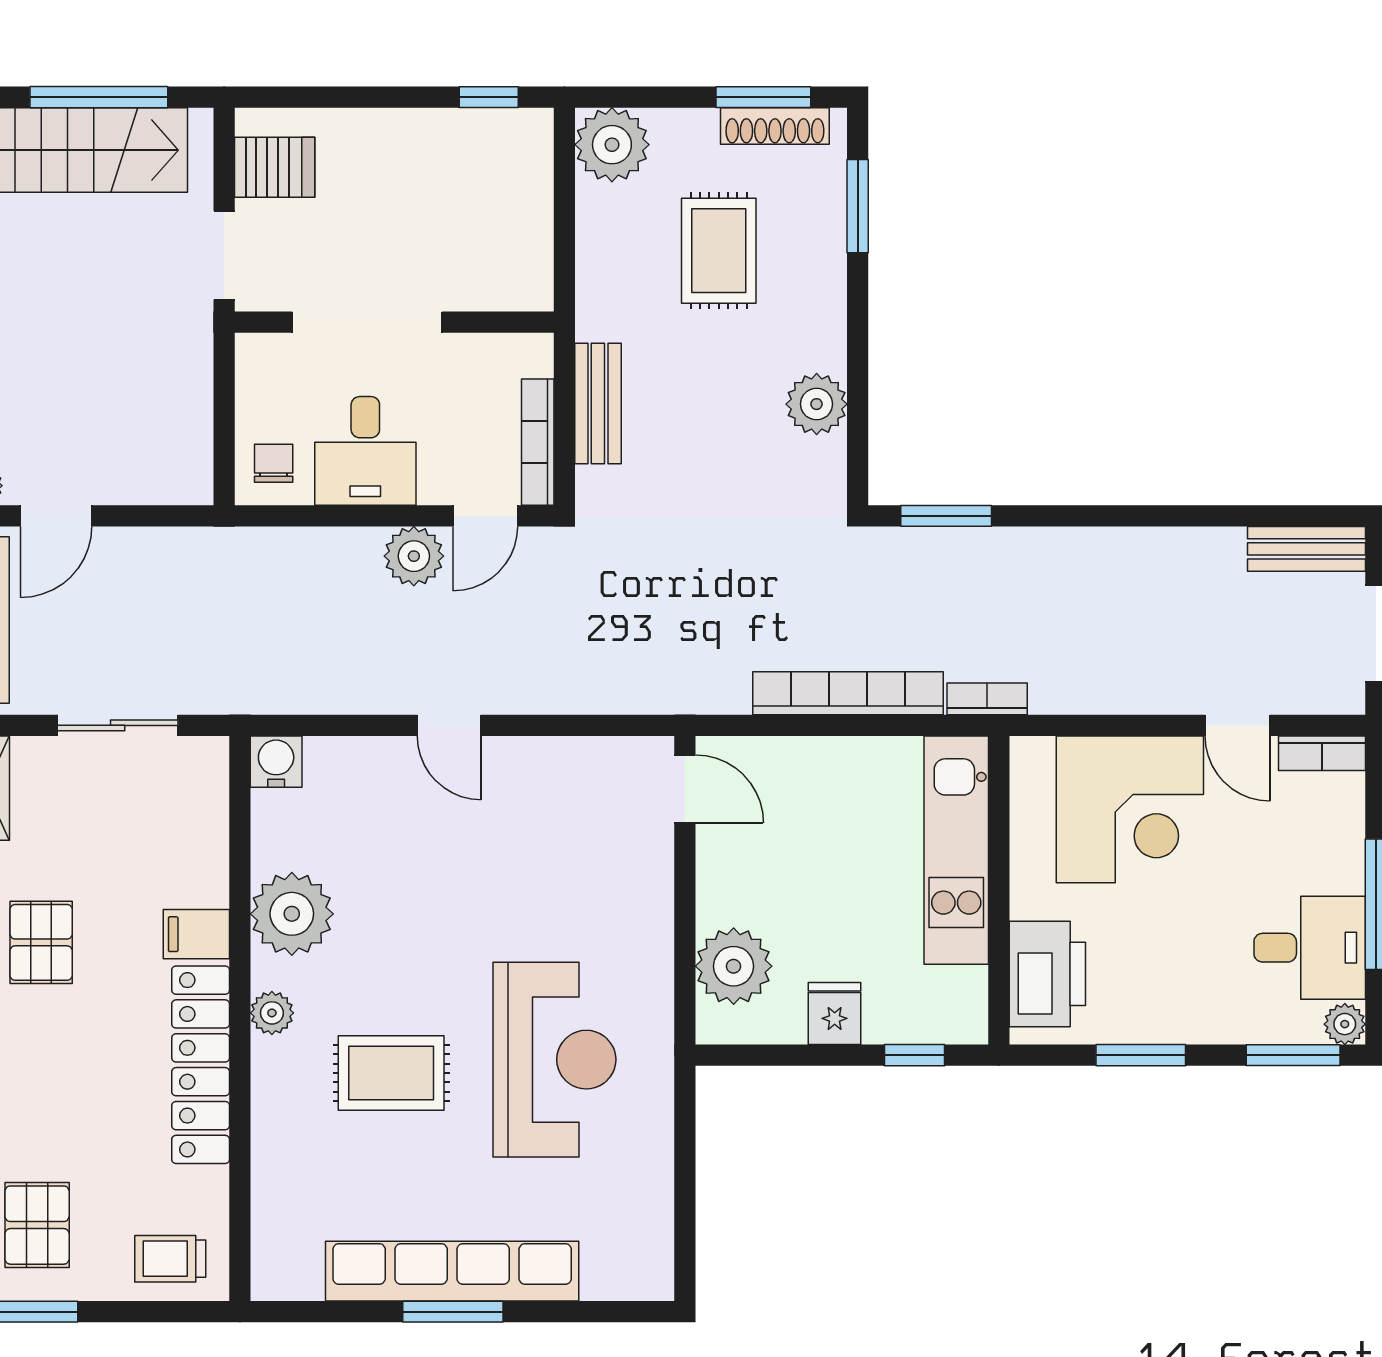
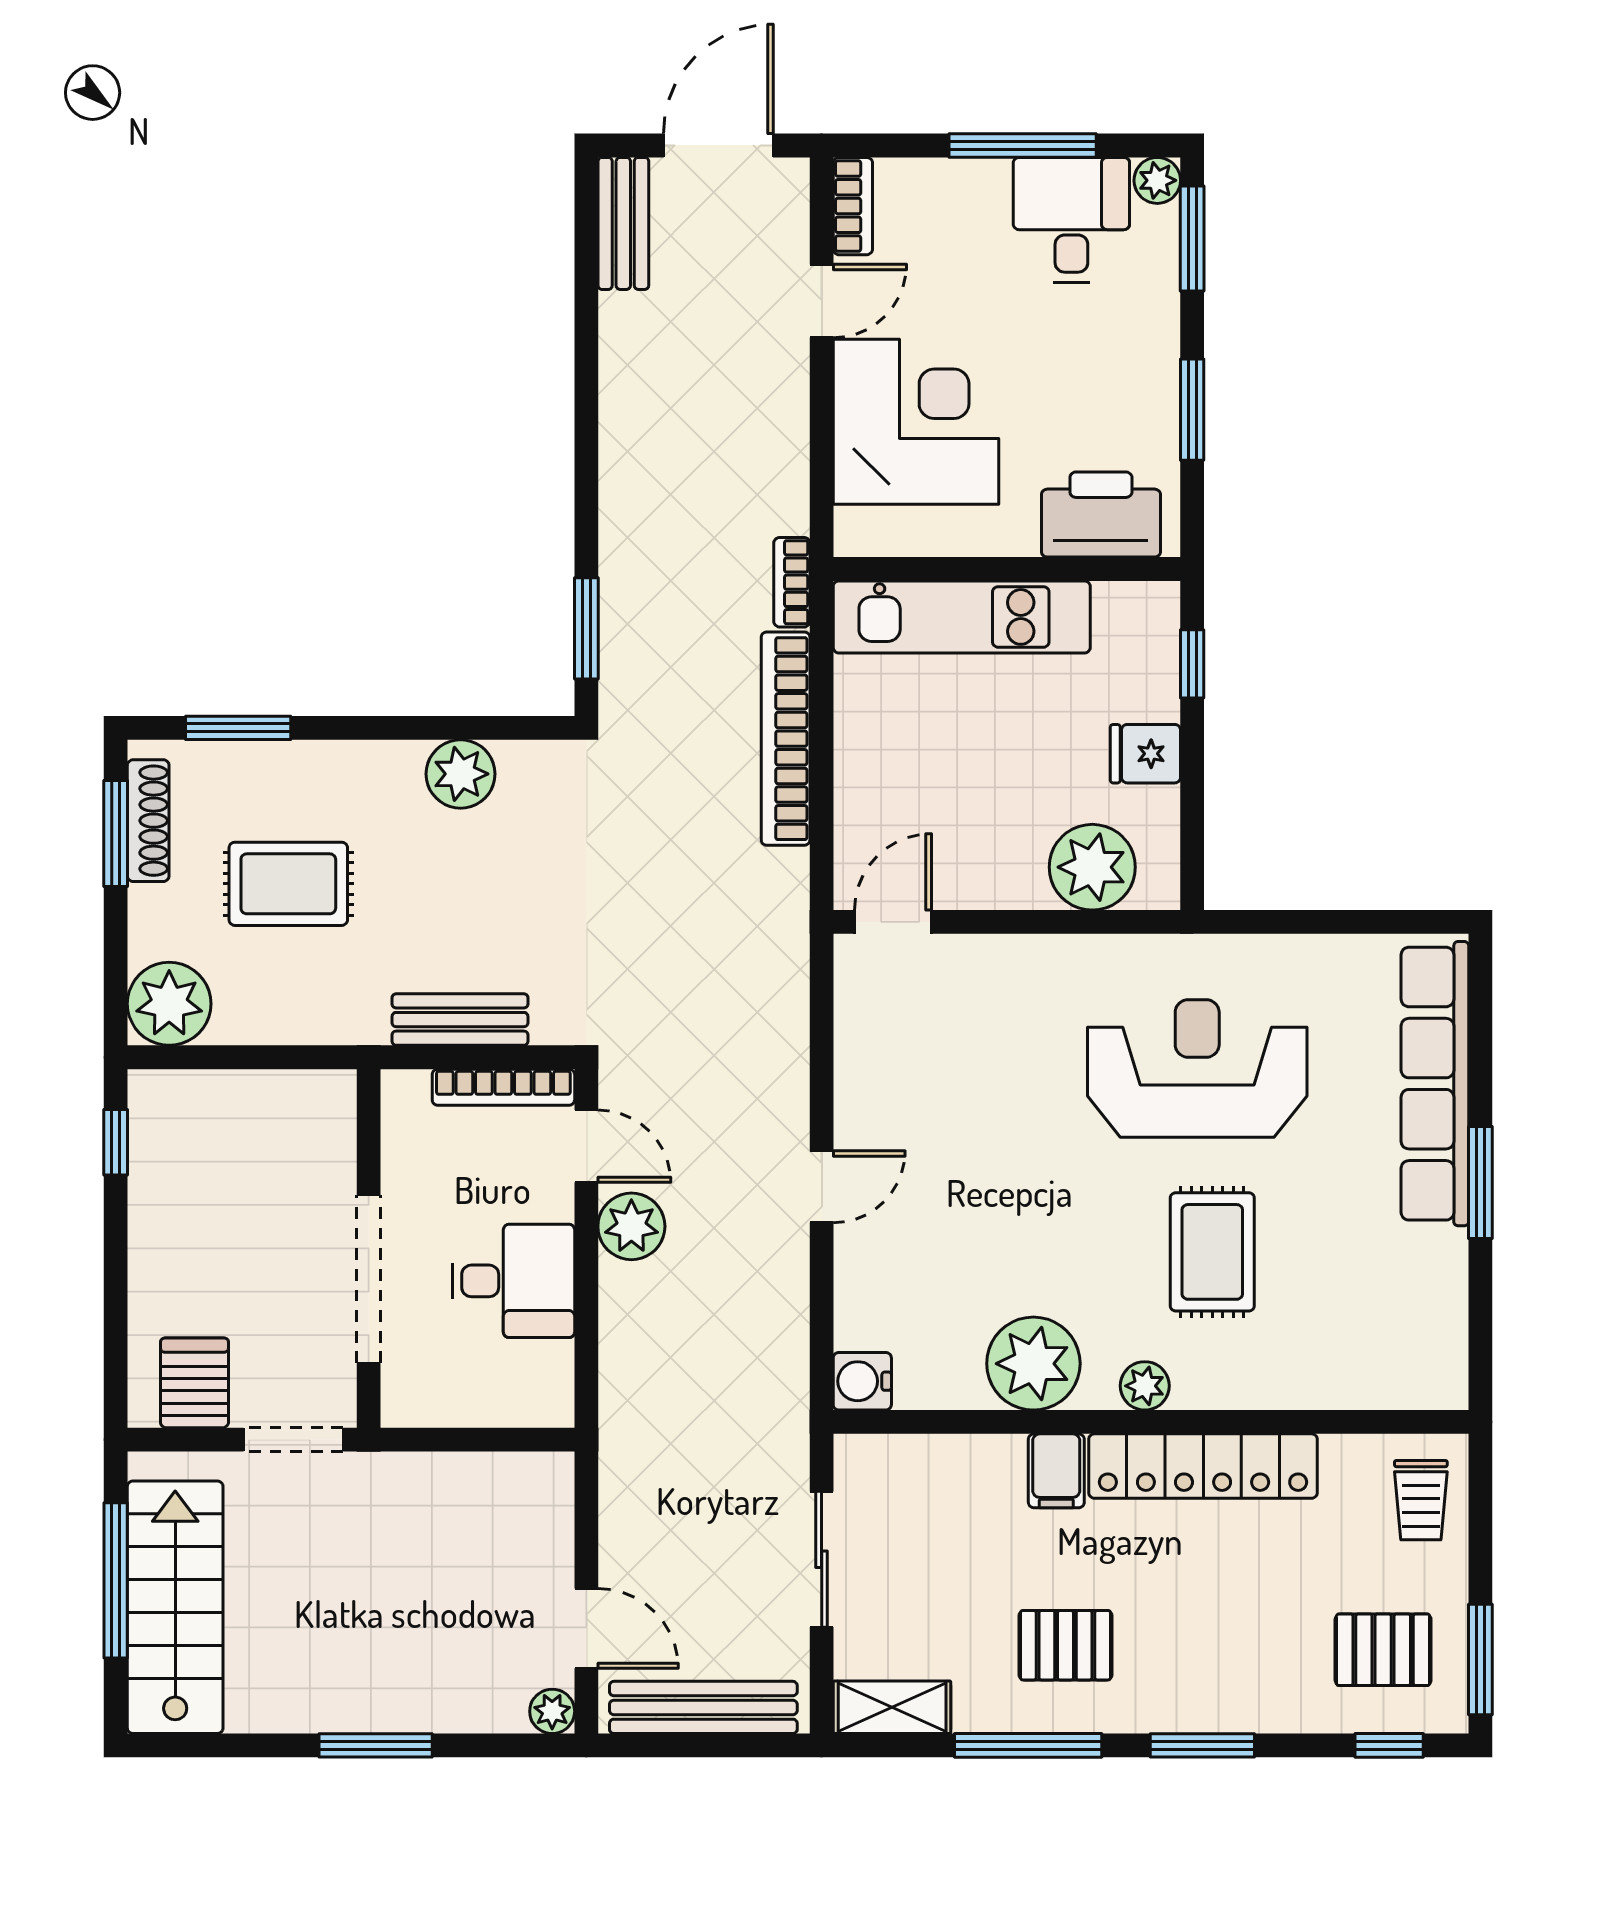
chair: (274, 463) -> (527, 1384), removed
row of seats: (452, 1271) -> (1435, 1084), moved

